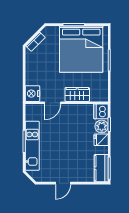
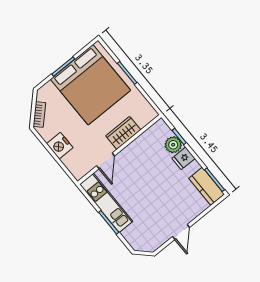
nightstand: (32, 94) -> (60, 146), moved
dishwasher: (101, 111) -> (161, 130), removed
kitchen unit: (32, 146) -> (106, 203), moved

